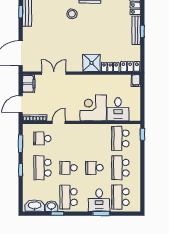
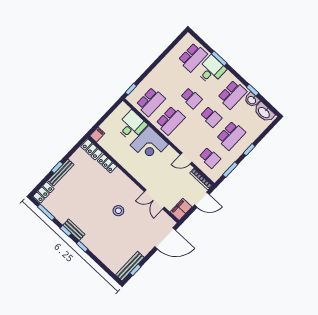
stool: (72, 14) -> (118, 211), moved
shower: (91, 63) -> (118, 180), removed
school desk: (120, 168) -> (170, 120), moved

